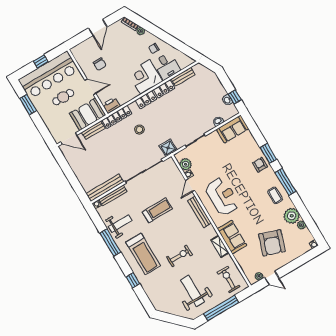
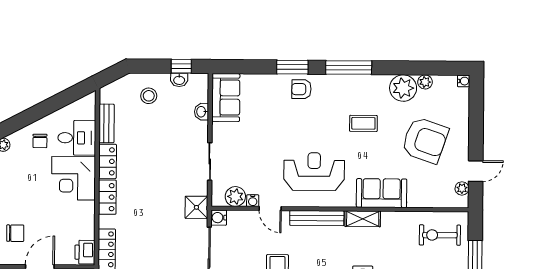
stool: (139, 130) -> (149, 96), moved
water cooler: (170, 162) -> (219, 218), added
coffee table: (275, 195) -> (363, 123), moved
shelving: (220, 246) -> (363, 219), moved

